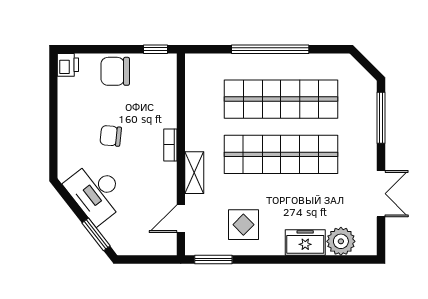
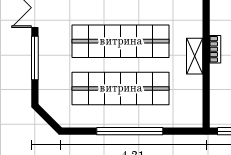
window: (381, 118) -> (35, 58), moved
shelving: (194, 173) -> (195, 56), moved

